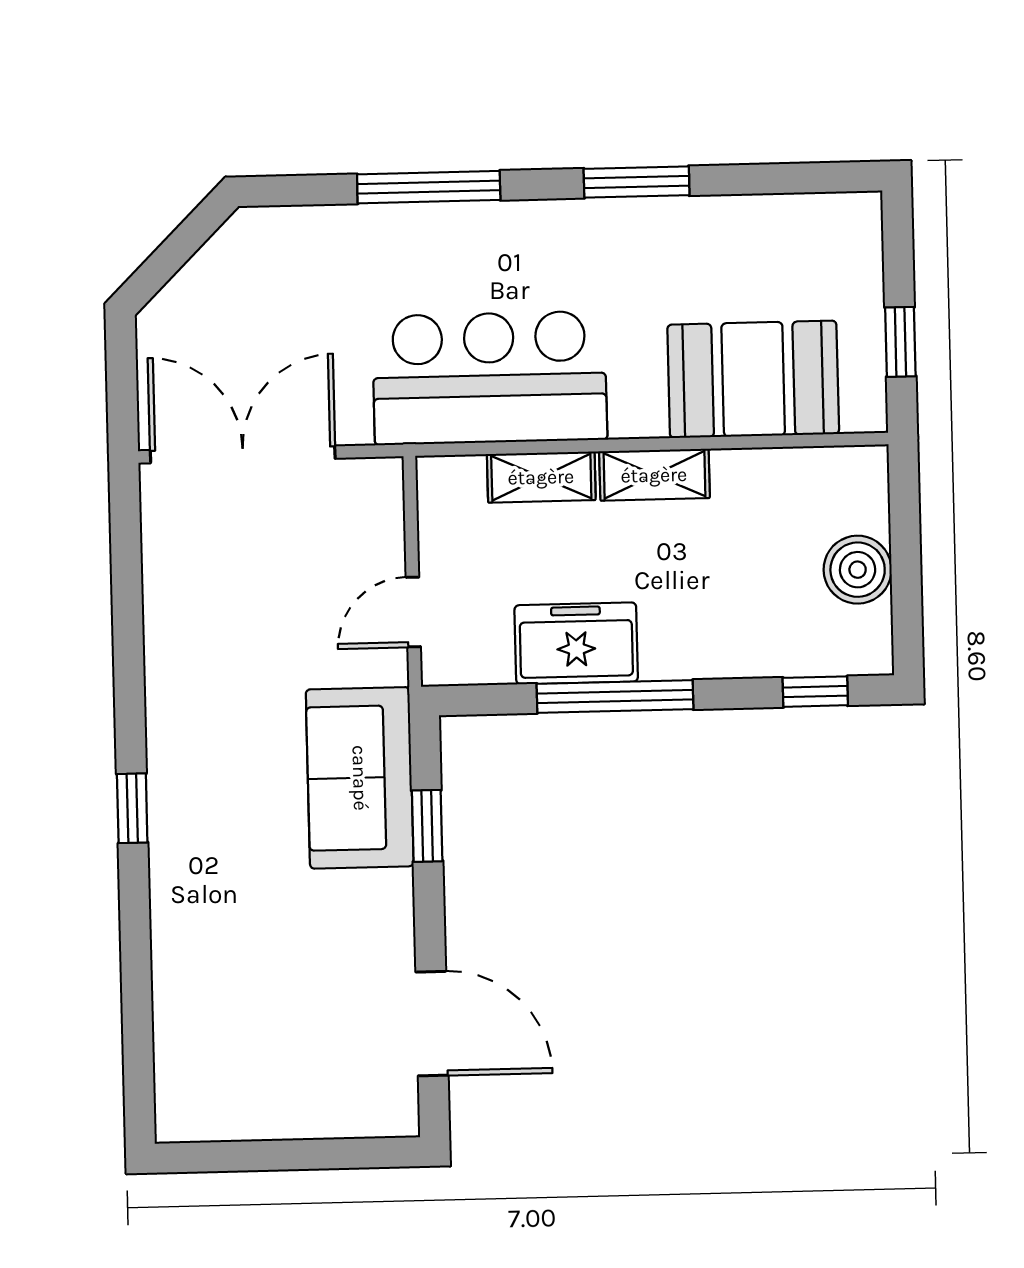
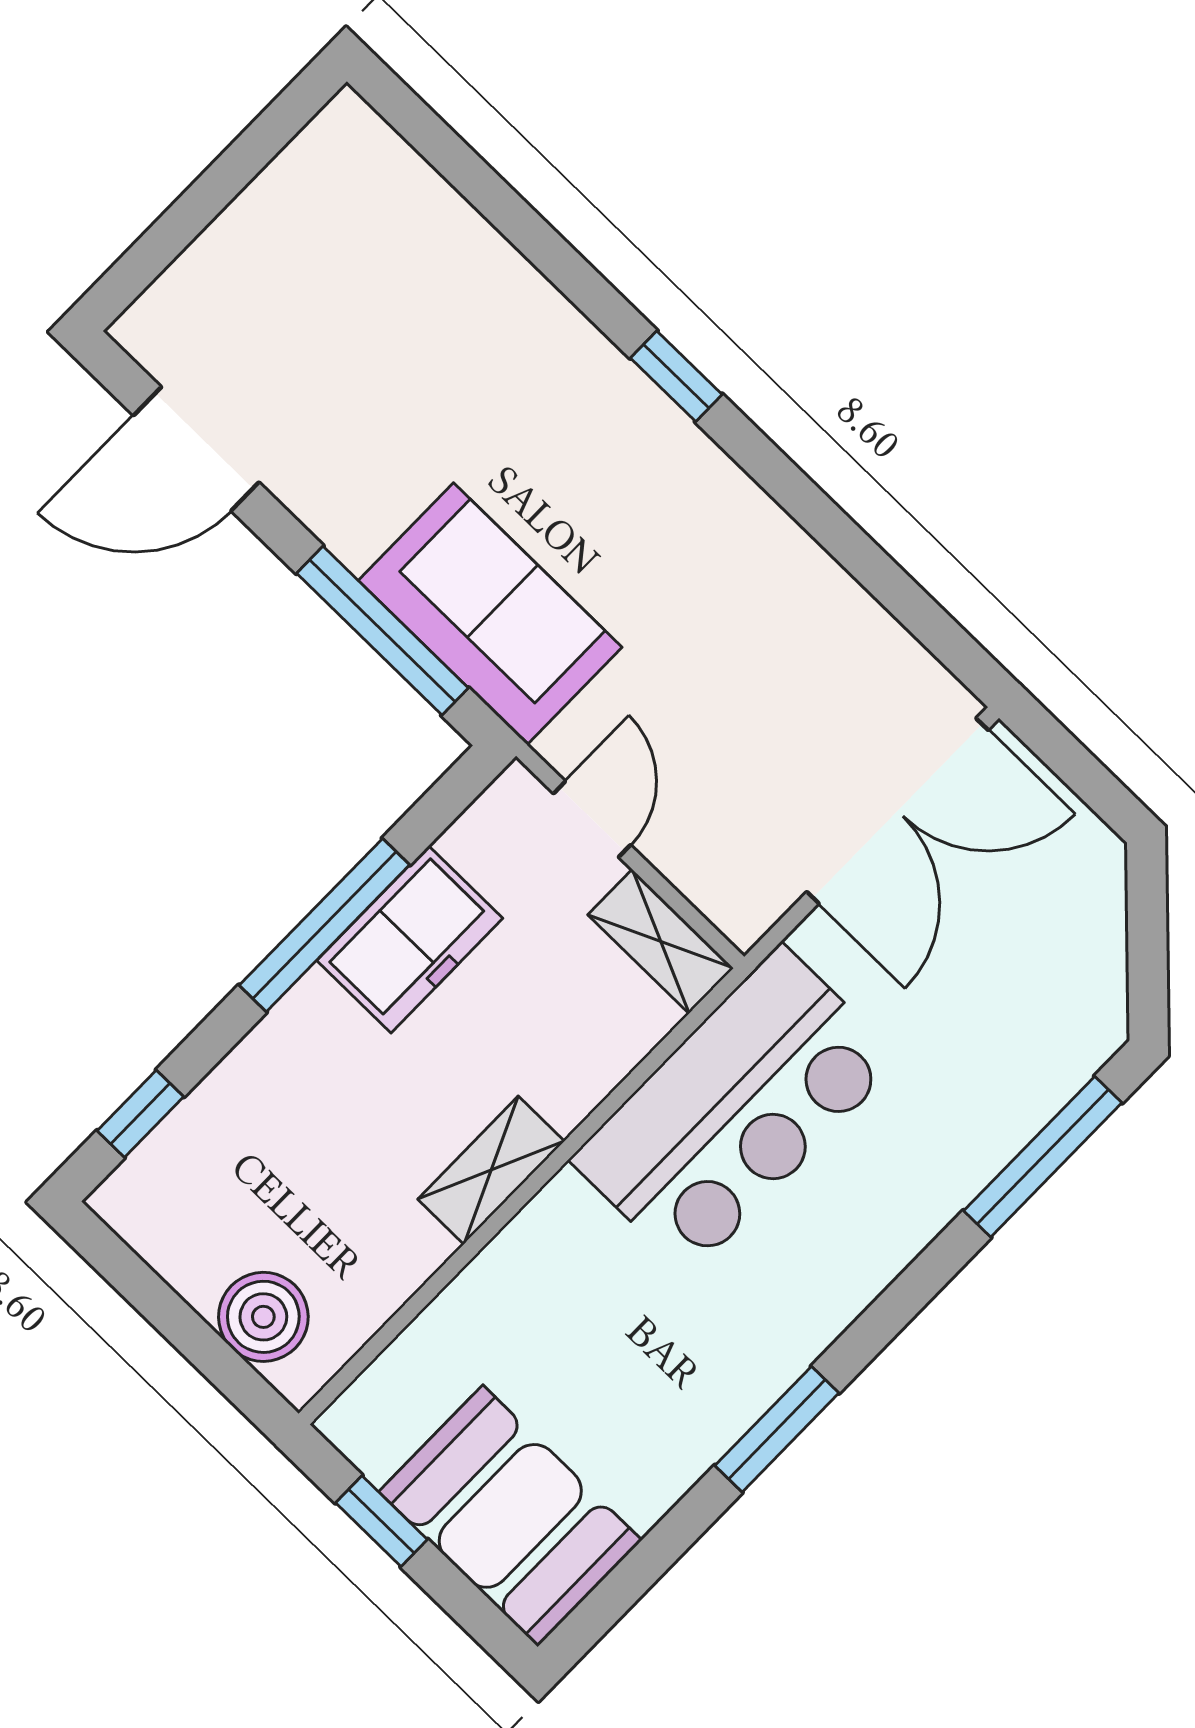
window: (429, 187) -> (1043, 1157), moved
booth: (753, 379) -> (510, 1516), moved, turned 90
shelving: (541, 477) -> (661, 941), moved, turned 90
boiler: (858, 570) -> (263, 1317), moved
window: (427, 826) -> (382, 631), width x2.17

